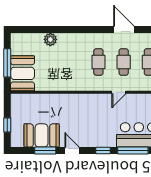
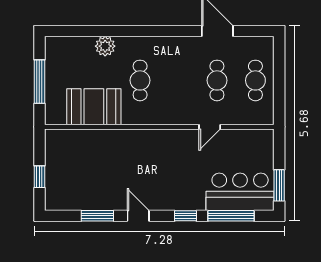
cafe table: (98, 62) -> (140, 80), moved
booth: (23, 73) -> (94, 107), moved, turned 90
booth: (42, 135) -> (92, 193), removed

